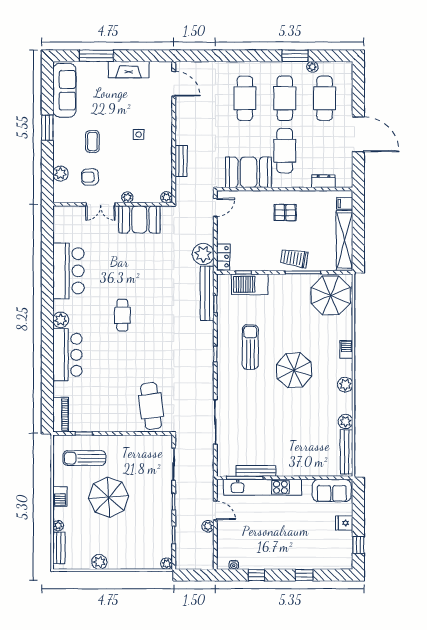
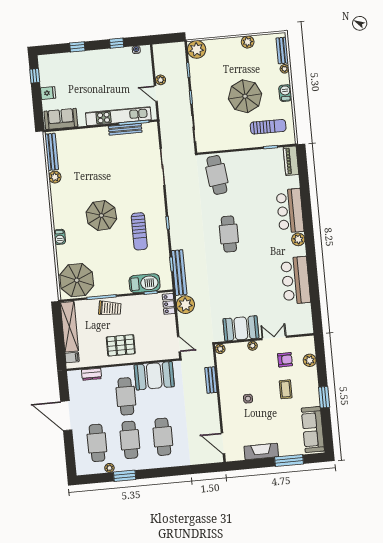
door: (215, 207) -> (179, 344), swing flipped
pallet: (285, 213) -> (121, 345), width x1.50, depth x1.42
cafe table: (122, 315) -> (229, 234), moved, width x1.37, depth x1.35
plant: (345, 385) -> (58, 208), removed
plant: (166, 564) -> (197, 49), width x1.87, depth x1.87

